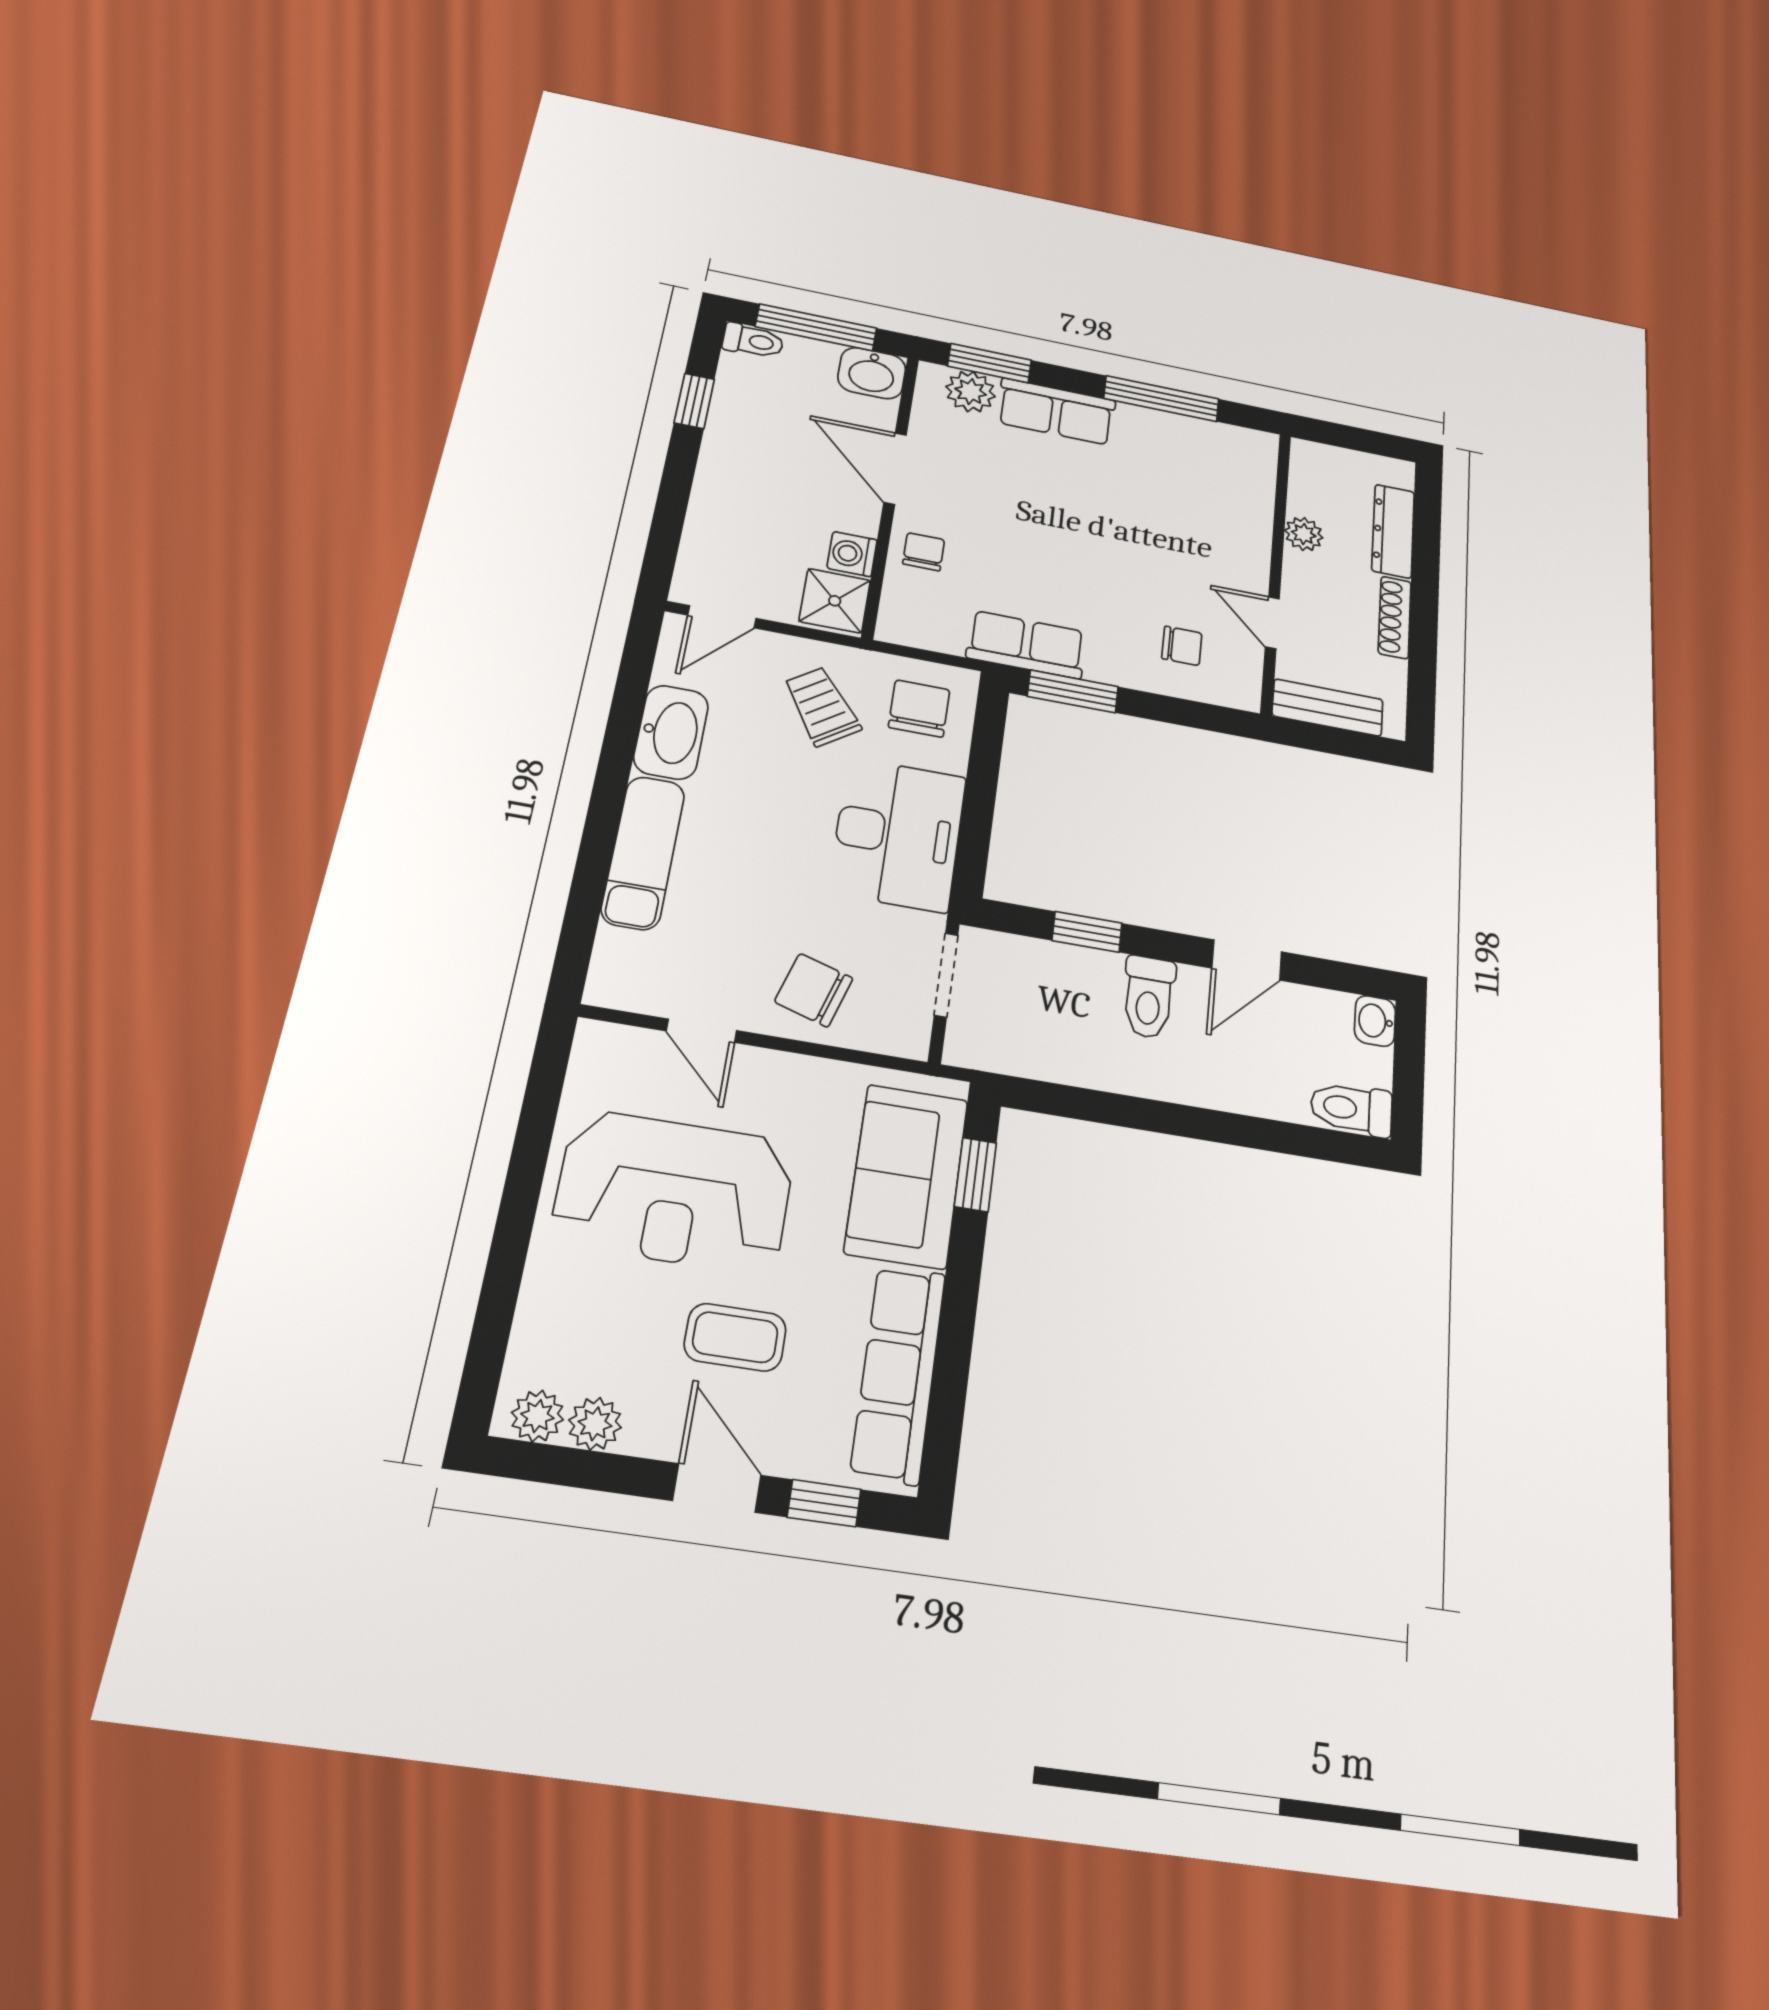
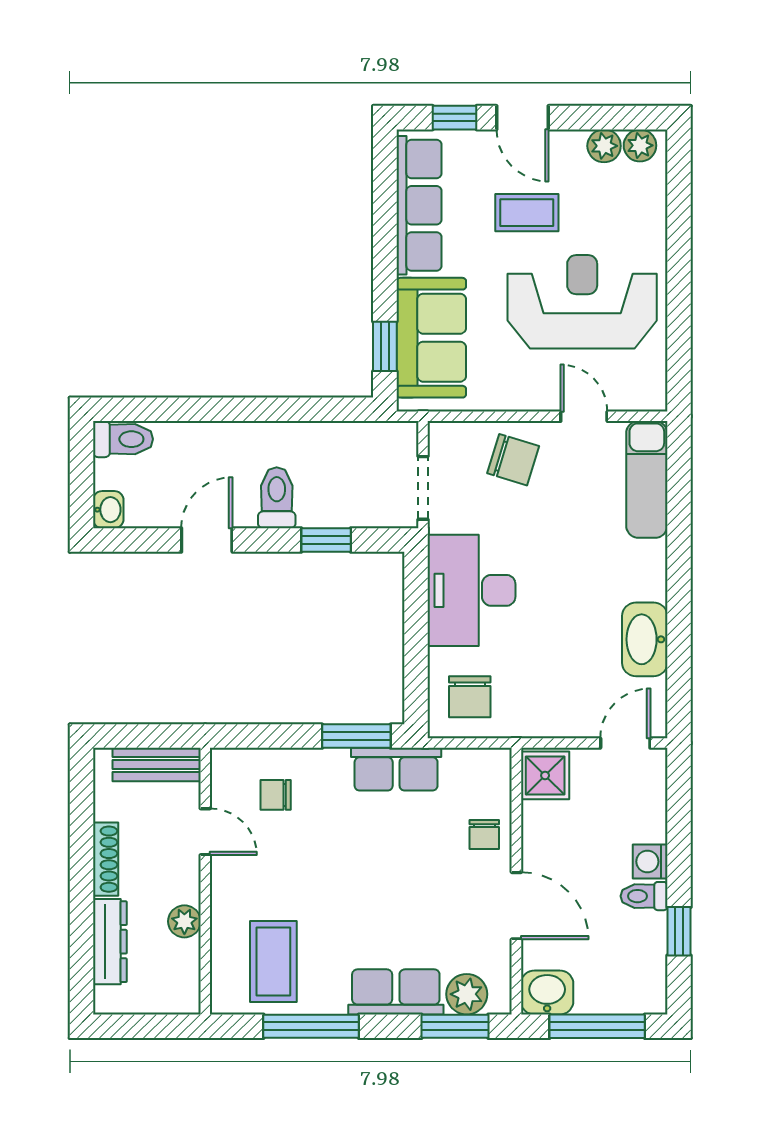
toilet: (753, 341) -> (644, 896), moved
coffee table: (1200, 472) -> (273, 962), added
washing machine: (852, 554) -> (650, 862), moved, turned 180
trolley: (822, 706) -> (541, 683), removed
exam couch: (643, 852) -> (647, 479), moved

